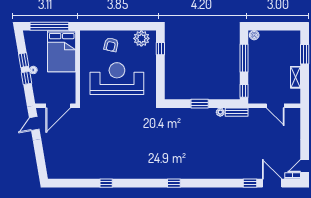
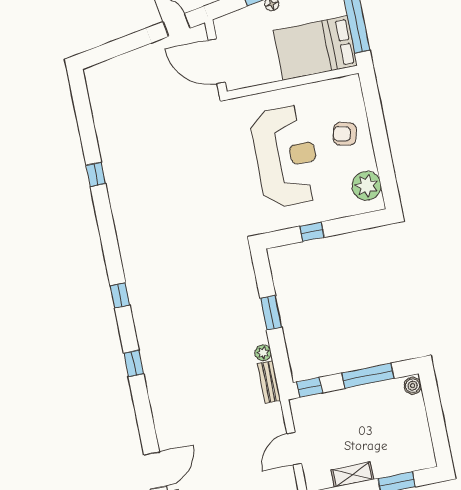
window: (160, 49) -> (312, 232), moved
window: (250, 183) -> (134, 364), moved

